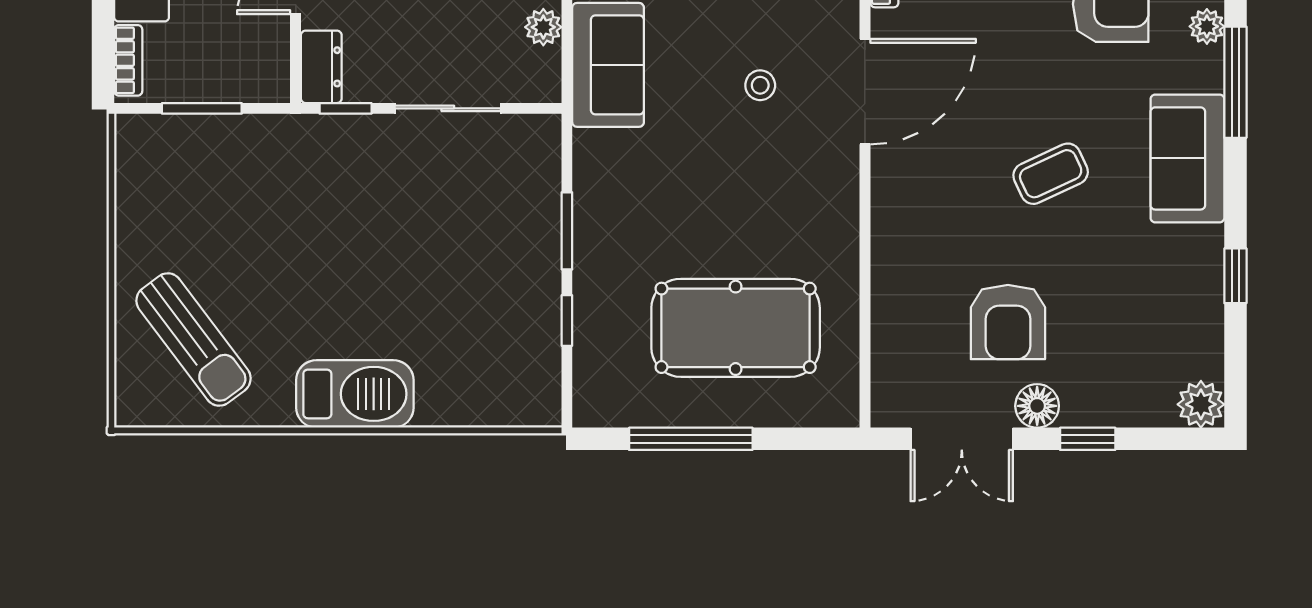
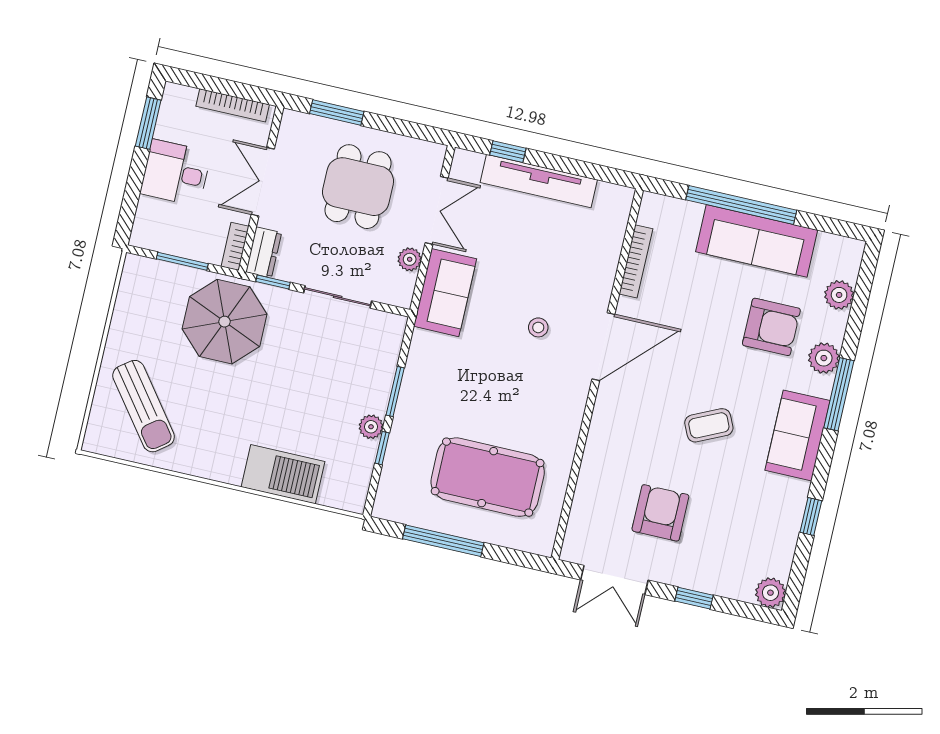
plant: (1207, 26) -> (824, 358), width x1.38, depth x1.38
bookcase: (128, 60) -> (235, 246), moved, turned 180
parasol: (286, 185) -> (225, 322), added
plant: (543, 292) -> (371, 427), added
armchair: (1008, 322) -> (660, 513), turned 180
barbecue: (355, 394) -> (283, 474), moved
floor lamp: (1037, 406) -> (667, 570), removed

